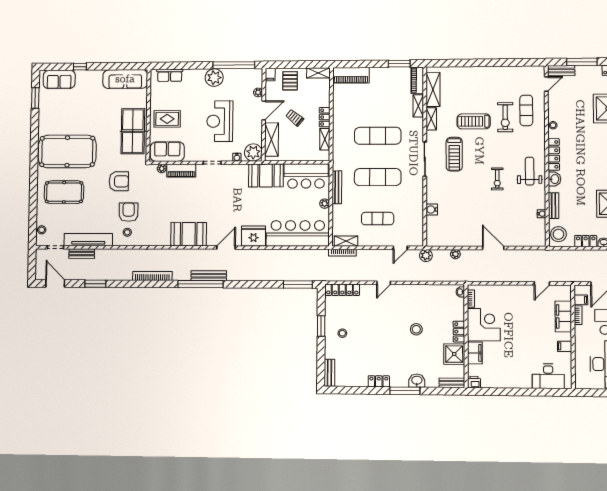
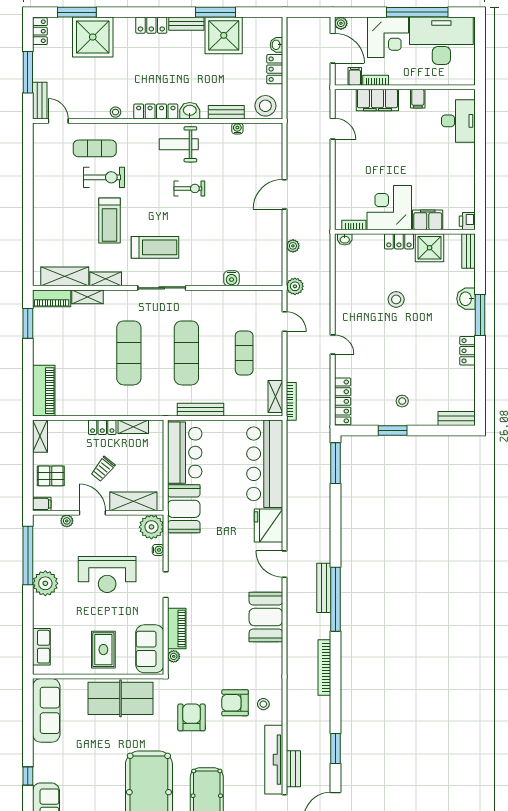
plant: (325, 204) -> (223, 427), removed

